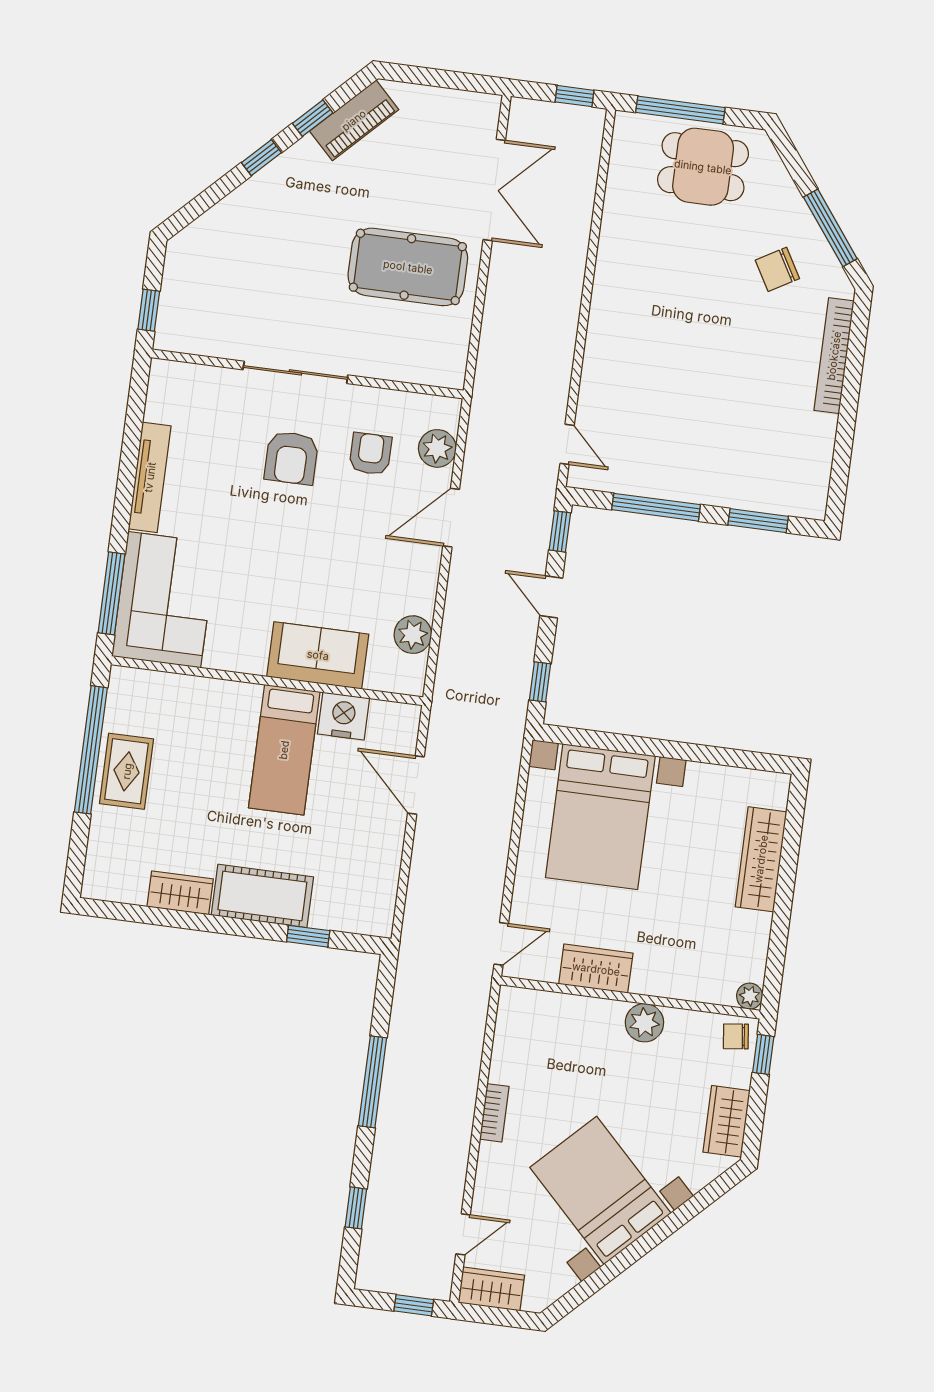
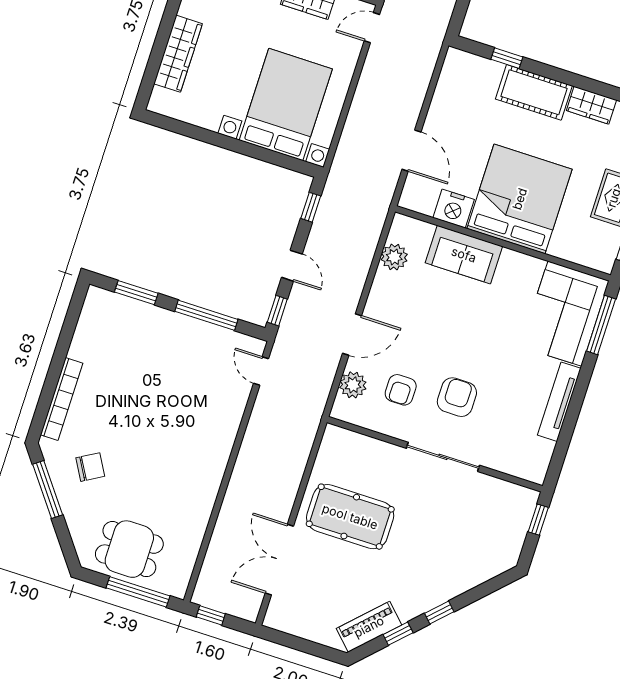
bed: (284, 750) -> (520, 199), width x2.04

